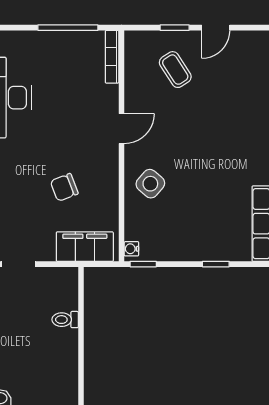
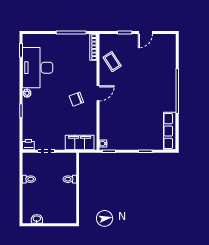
coffee table: (175, 70) -> (112, 62), moved
door: (122, 129) -> (98, 93), moved
side table: (150, 184) -> (112, 111), removed
chair: (64, 187) -> (76, 99), moved

